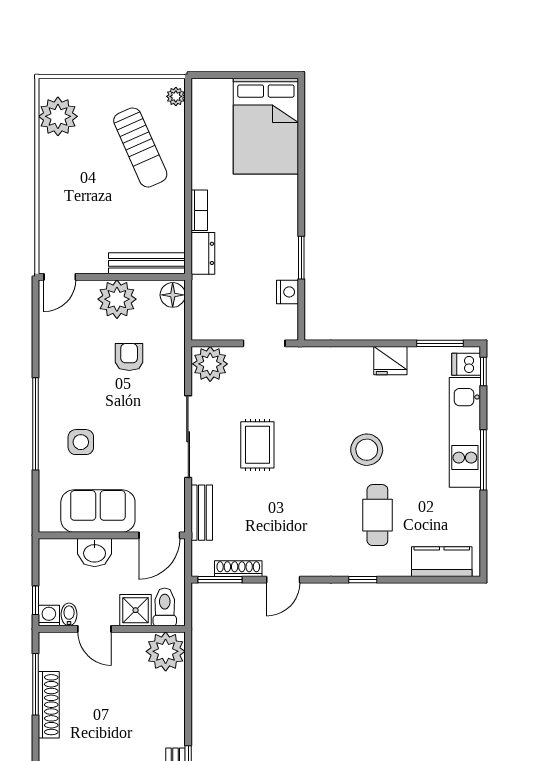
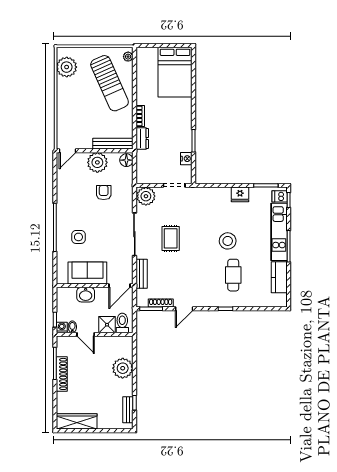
sun lounger: (140, 147) -> (110, 83), width x1.36, depth x1.34
kitchen counter: (442, 562) -> (279, 277), moved, turned -90
plant: (166, 651) -> (123, 368), moved

